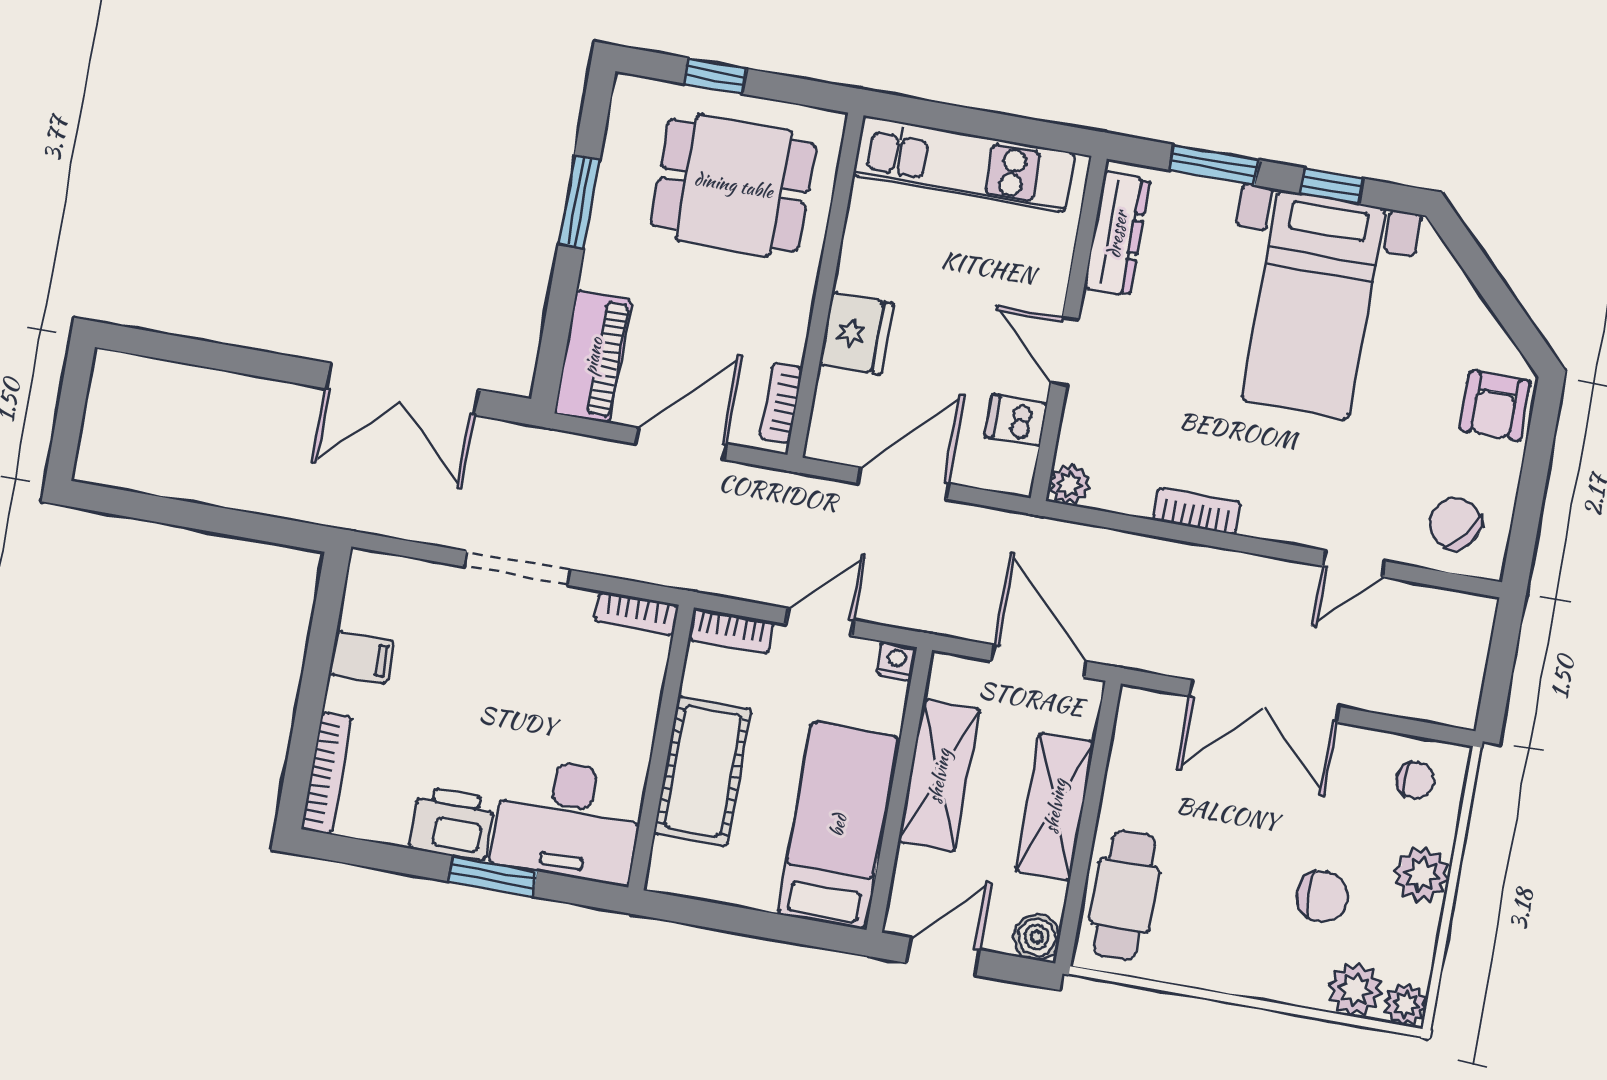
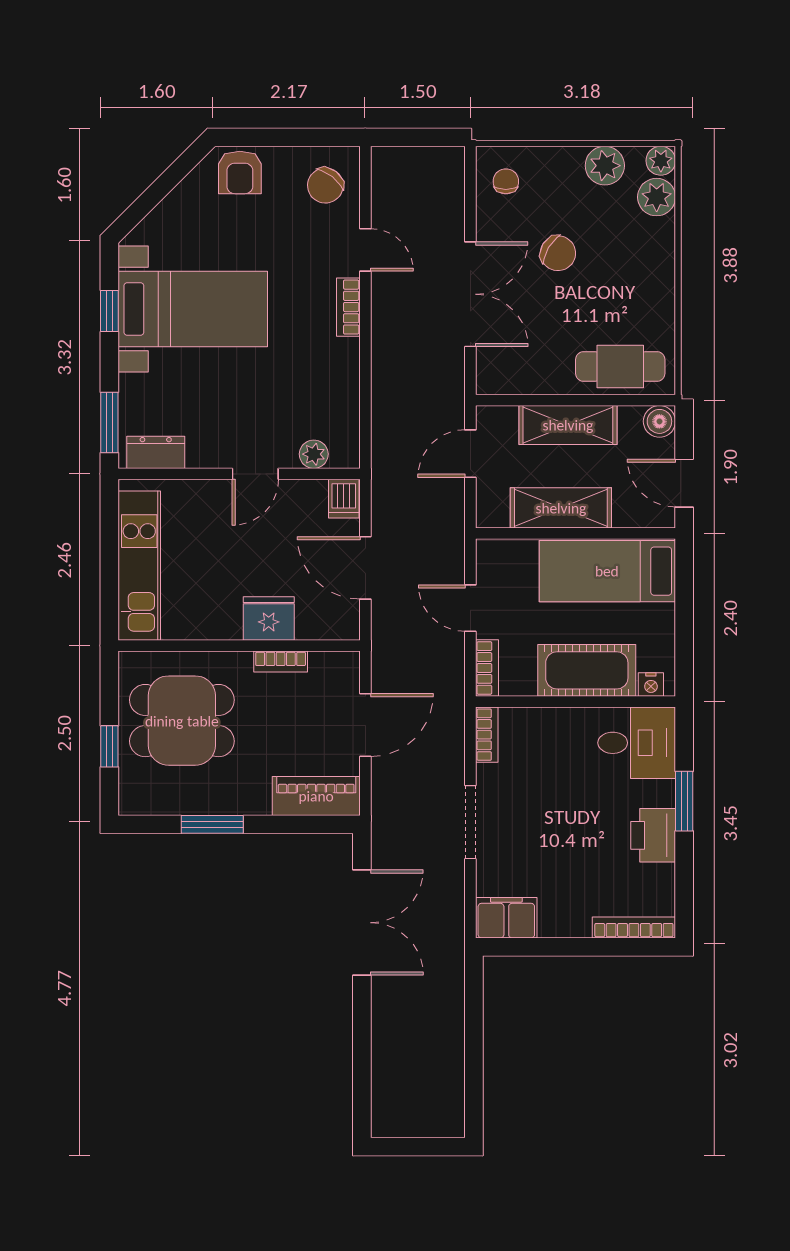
window: (1214, 165) -> (109, 422), moved
dining table: (734, 185) -> (182, 721), turned 90
dresser: (1117, 234) -> (156, 452), width x0.70
bookcase: (781, 403) -> (281, 661), moved
armchair: (1495, 406) -> (240, 172), turned 90
dishwasher: (1016, 420) -> (344, 499), moved
door: (681, 444) -> (365, 725), swing flipped
plant: (1069, 484) -> (314, 454), moved
bookcase: (1197, 511) -> (348, 307), moved
filing cabinet: (361, 657) -> (506, 918), moved, width x2.00
nightstand: (896, 661) -> (651, 685), moved, turned -90
door: (1039, 661) -> (470, 454), width x0.73
desk: (568, 820) -> (637, 743), width x0.73
plant: (1422, 875) -> (605, 166), moved
chair: (1323, 897) -> (558, 253), moved, turned 121

